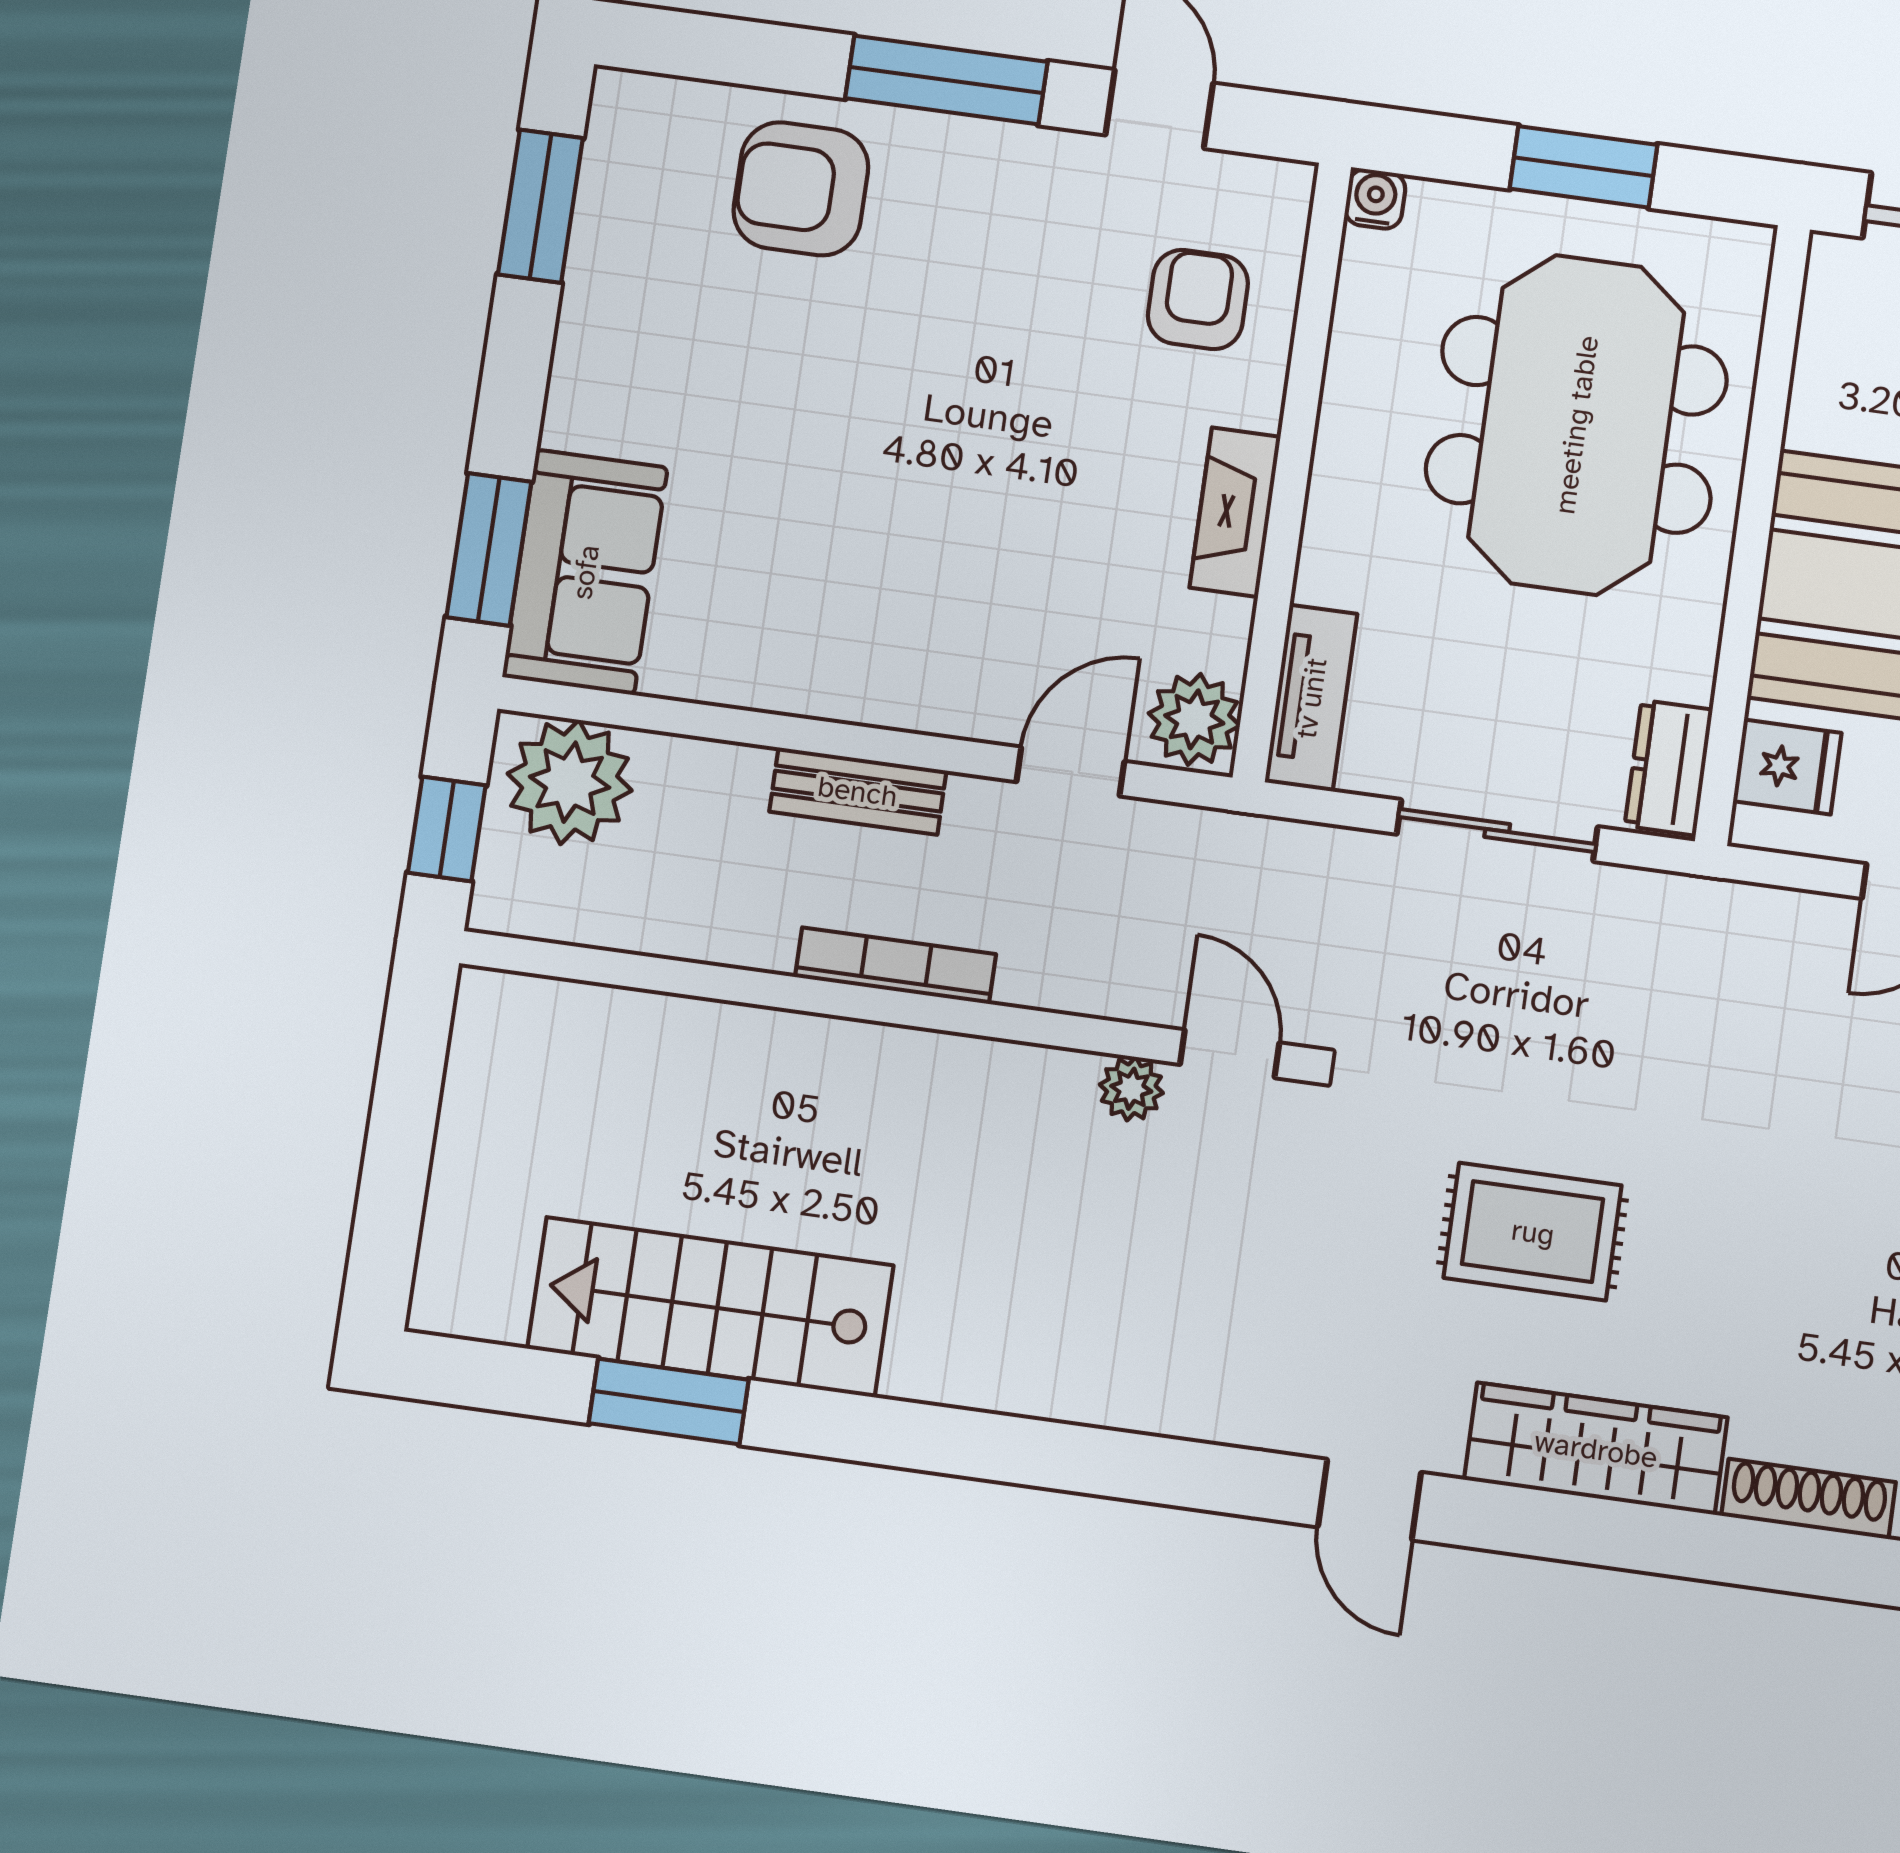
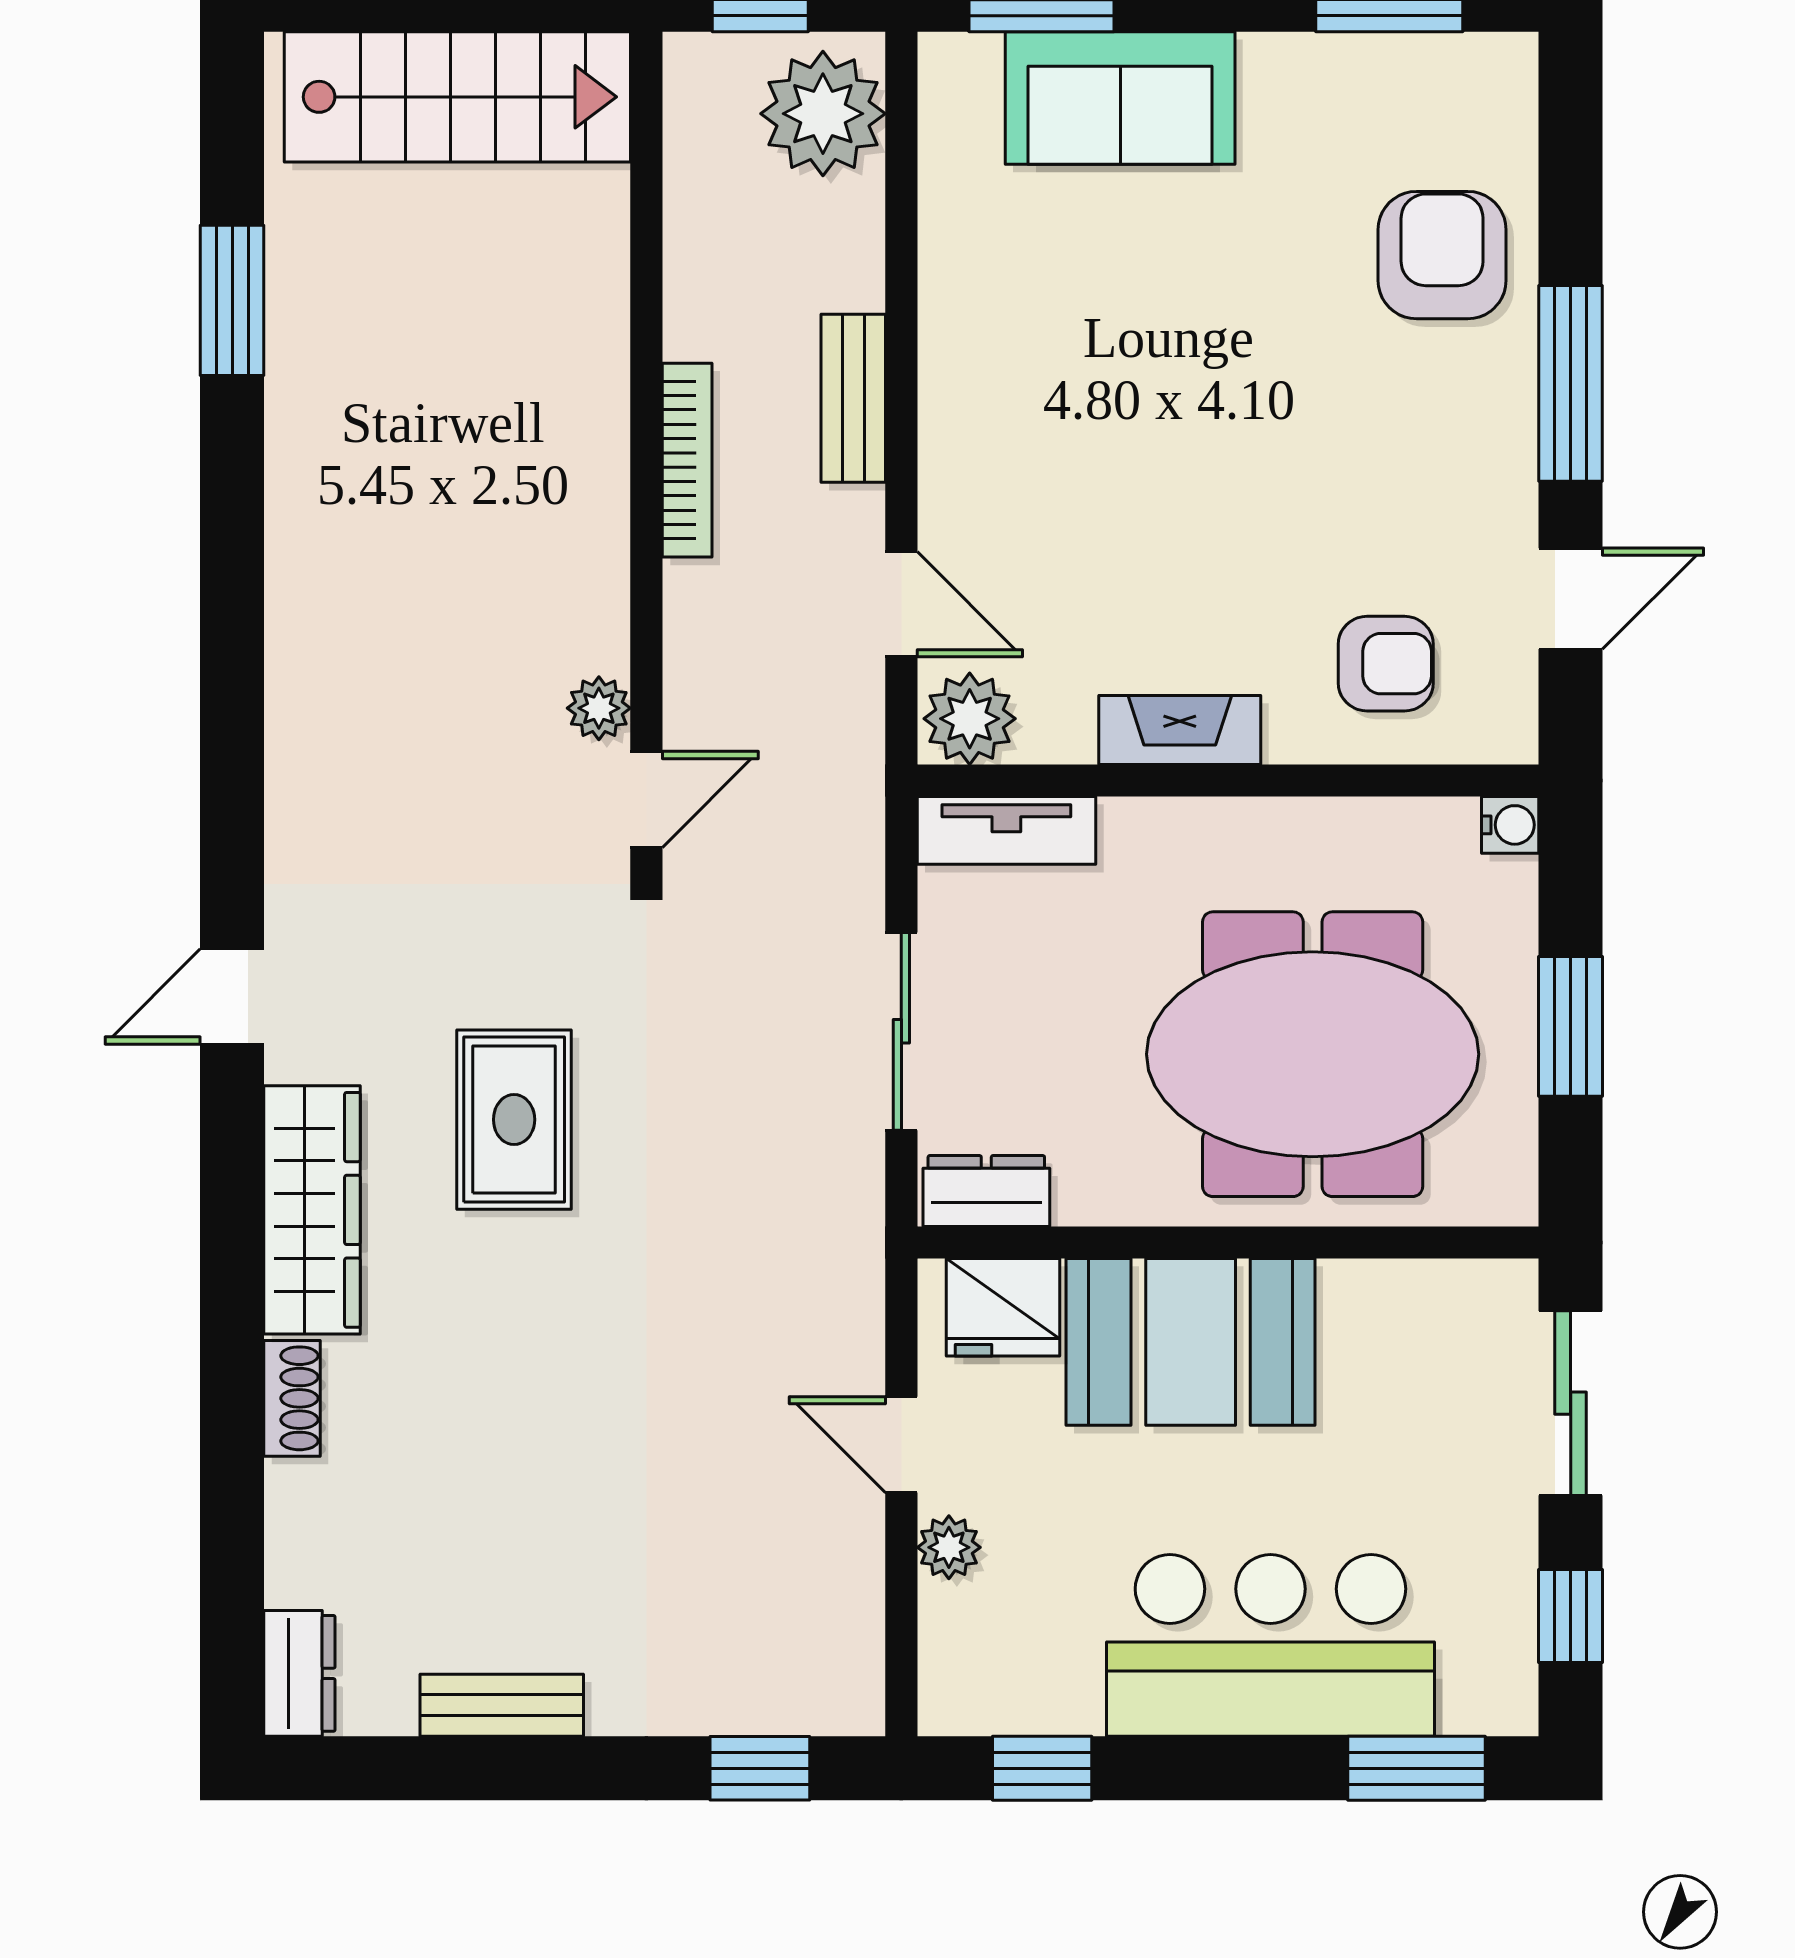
sofa: (585, 572) -> (1120, 98), moved
fridge: (1787, 767) -> (1003, 1307), width x1.38
stairs: (710, 1307) -> (457, 97), moved, turned 90
shoe rack: (1808, 1499) -> (292, 1398), width x0.70

